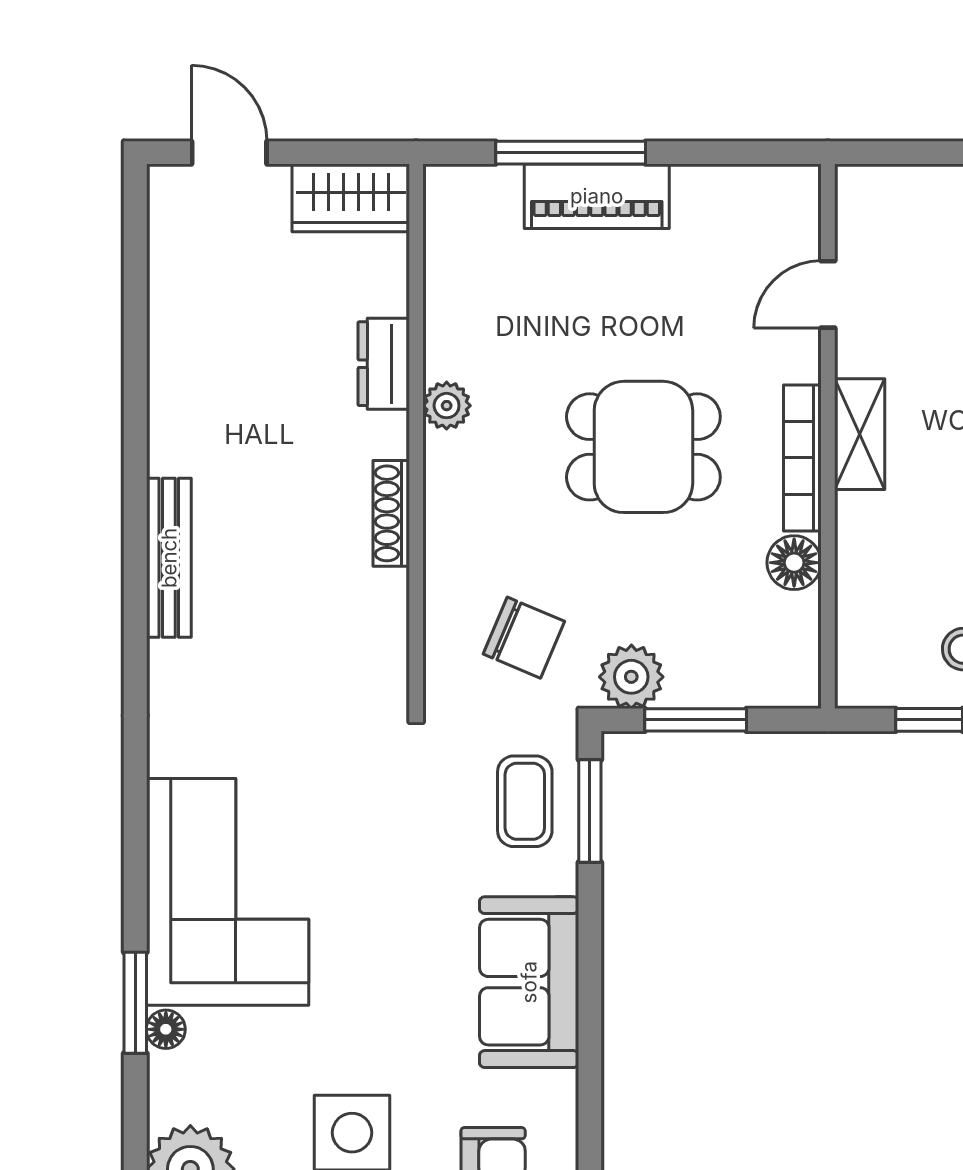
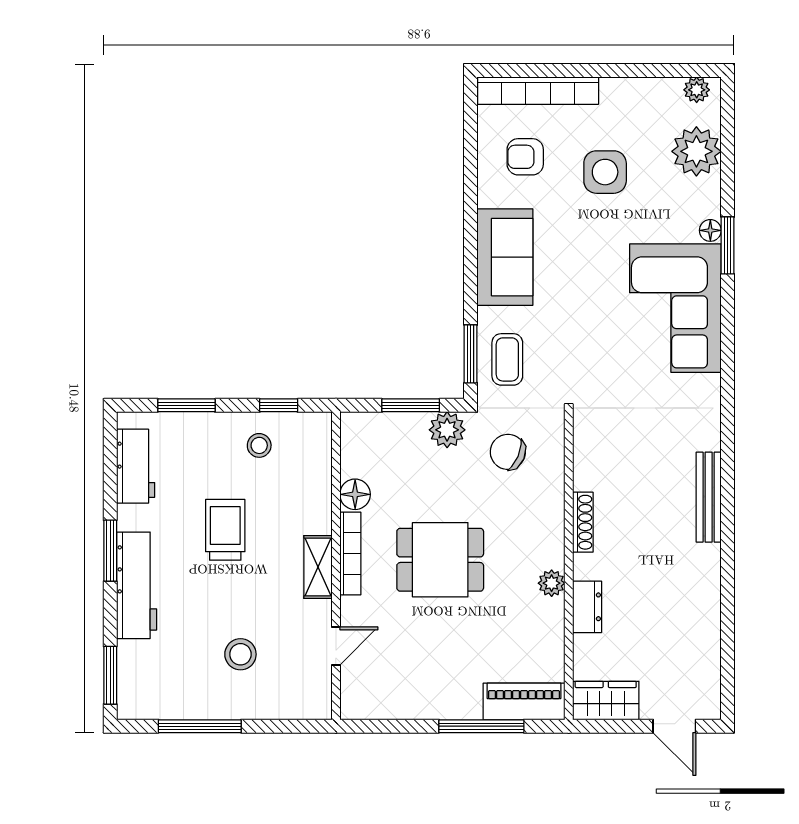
piano: (597, 196) -> (524, 702), moved

